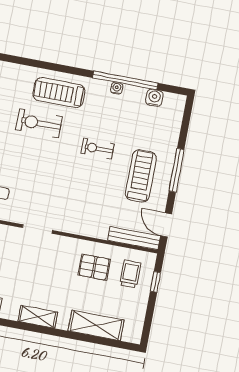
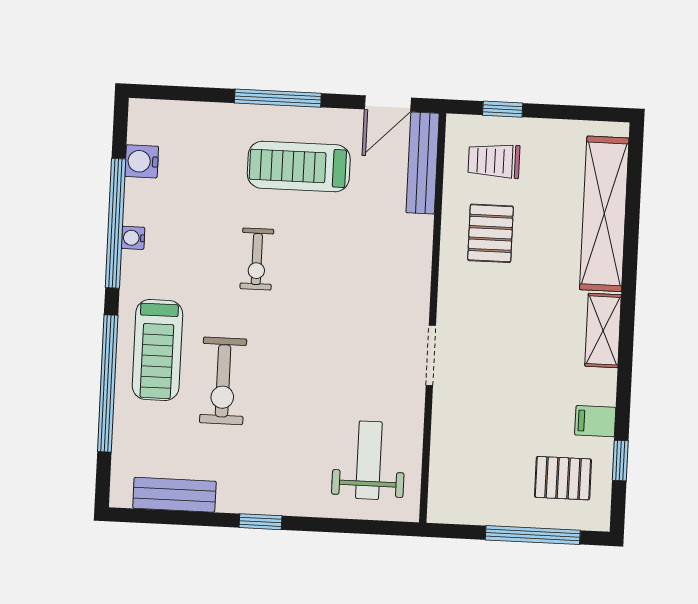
window: (46, 65) -> (108, 383), added
shelving: (96, 325) -> (604, 214), width x1.47

